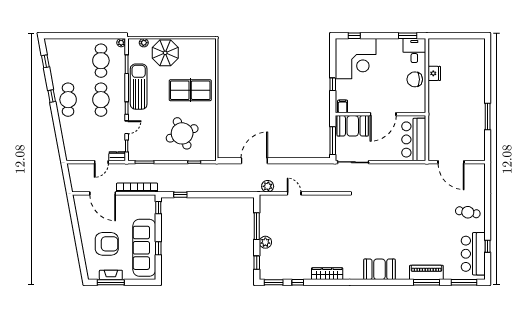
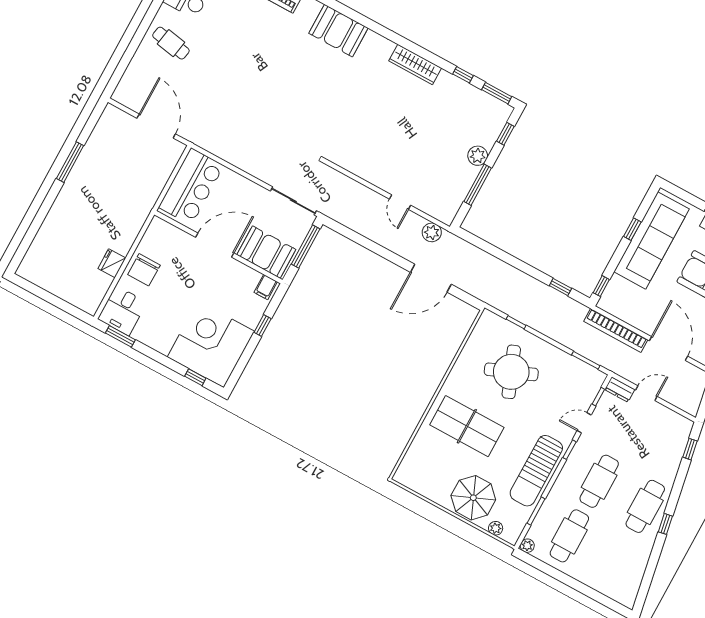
window: (45, 61) -> (690, 449), moved
chair: (415, 79) -> (144, 270), turned 90

